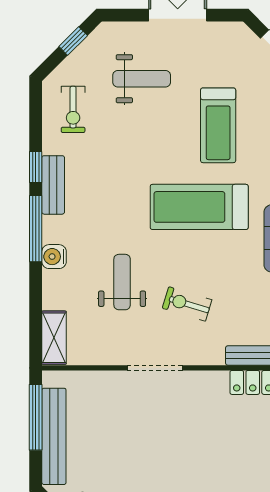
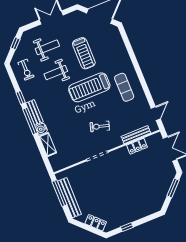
bench: (53, 185) -> (34, 112), moved
weight bench: (122, 282) -> (56, 73), moved, turned -90
shelving: (54, 338) -> (48, 145), moved

